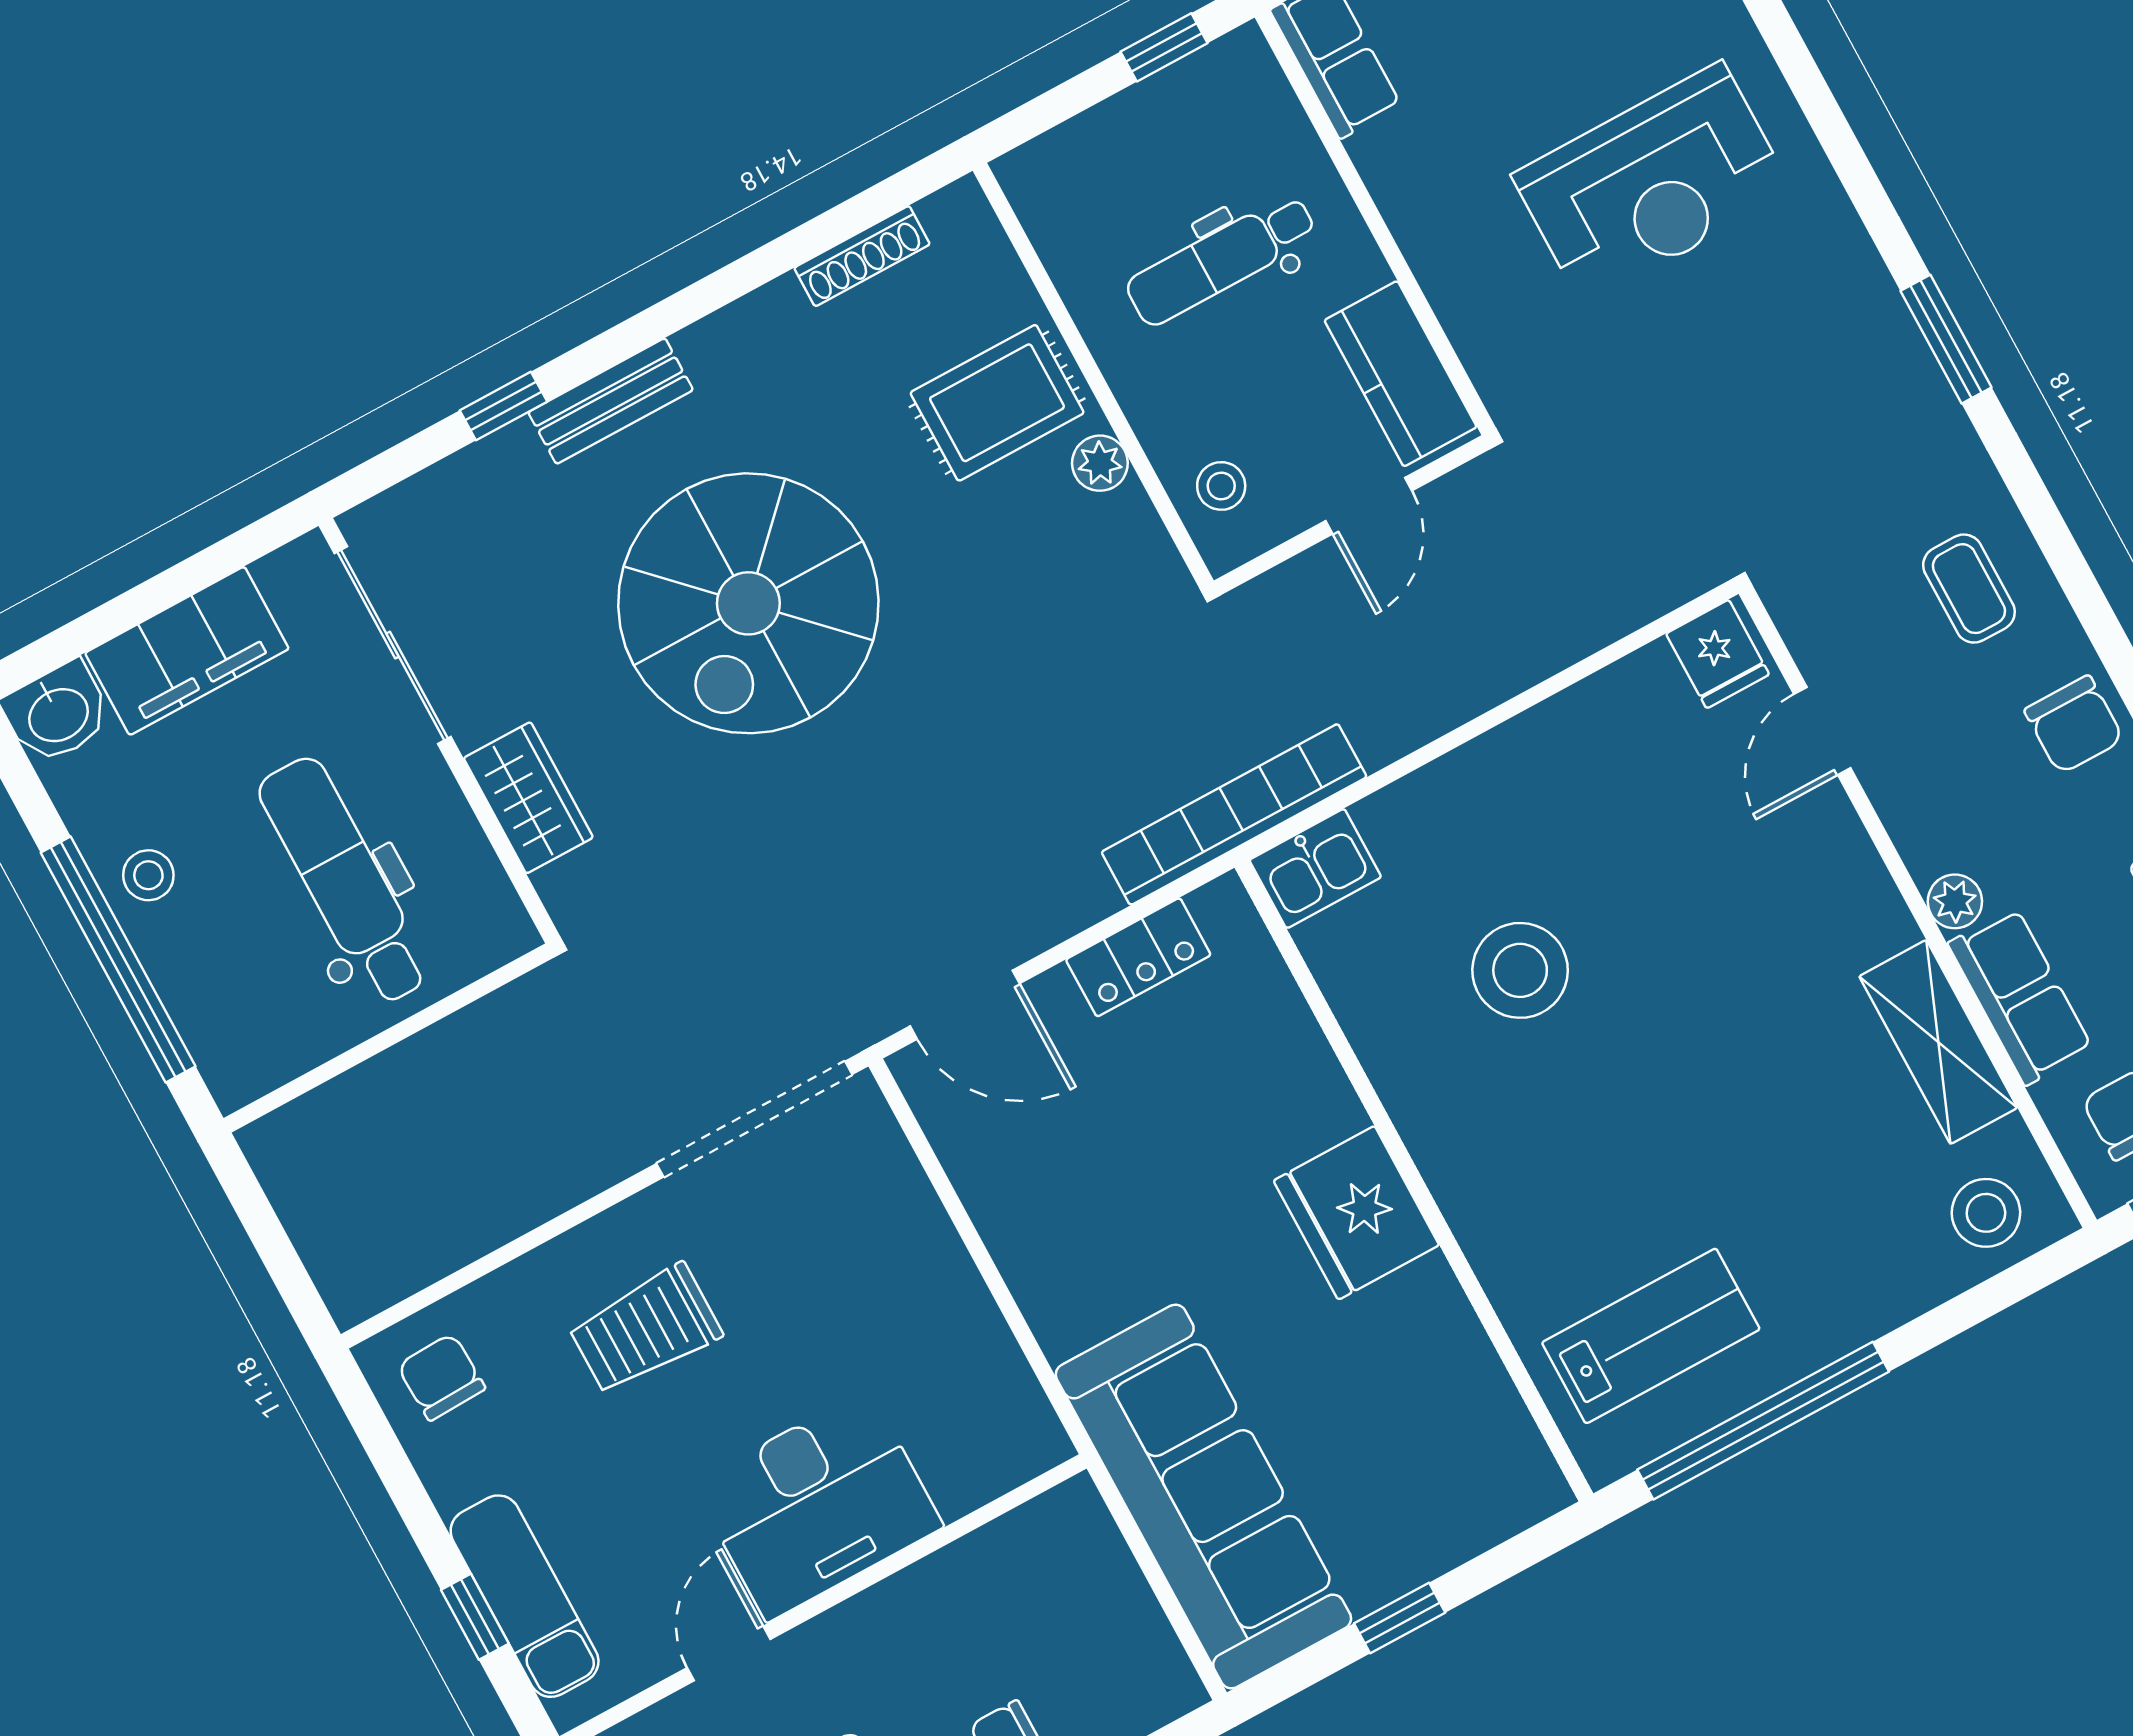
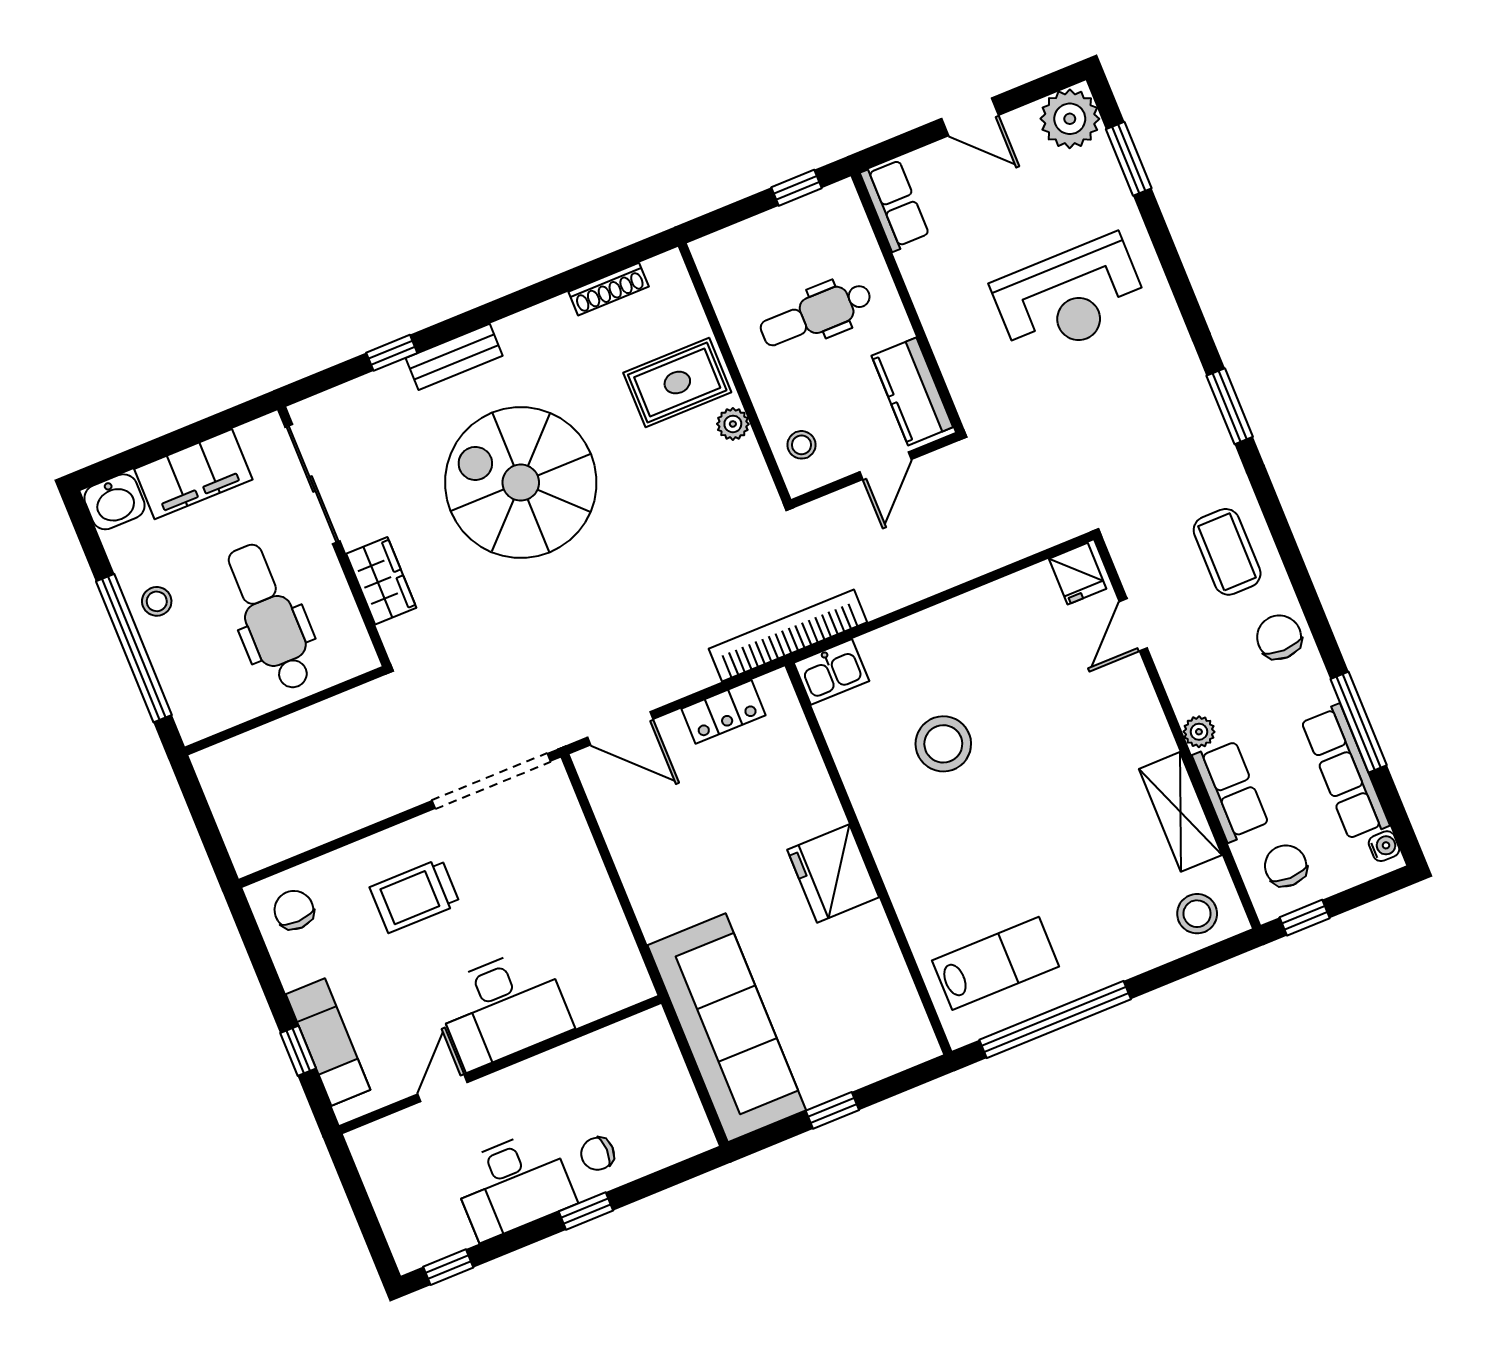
coffee table: (1969, 589) -> (1227, 552), width x1.36, depth x1.30
spiral stairs: (748, 603) -> (521, 483), turned 90
chair: (2074, 725) -> (1279, 637), turned 180

